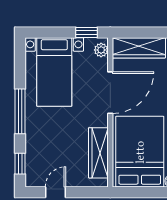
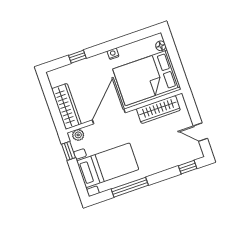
door: (110, 93) -> (109, 116), hinge flipped
window: (20, 111) -> (130, 187), moved

